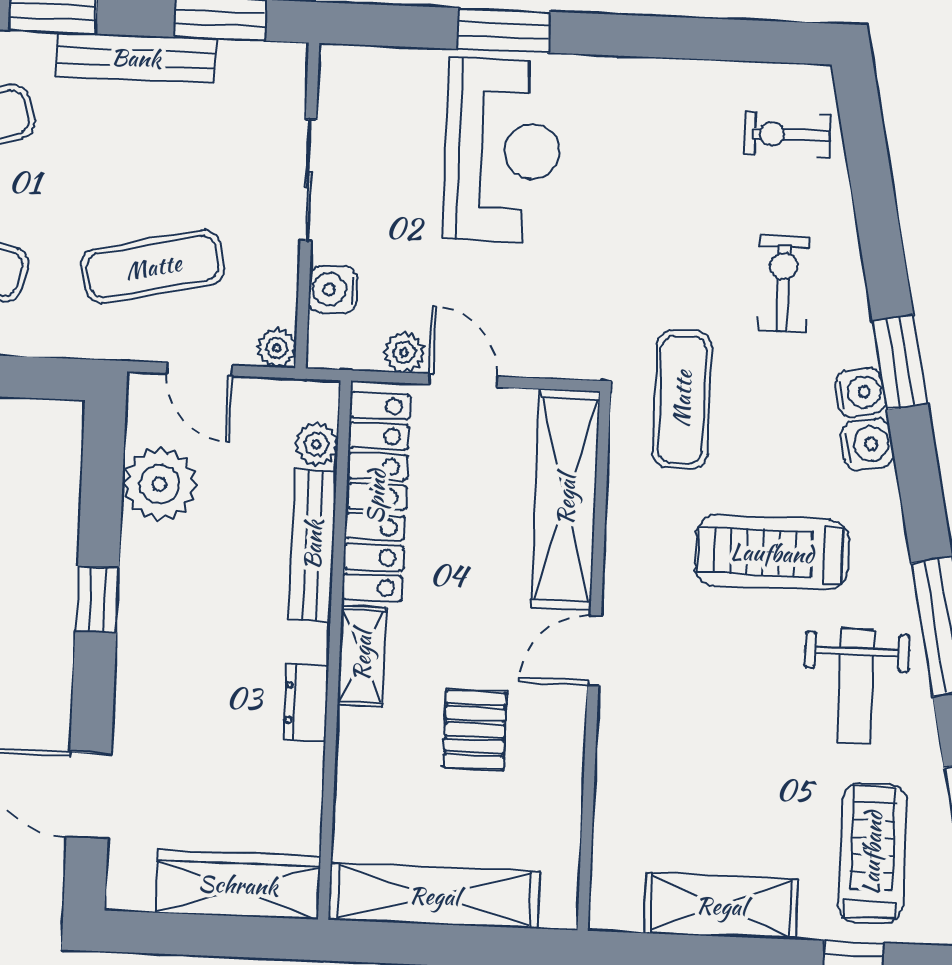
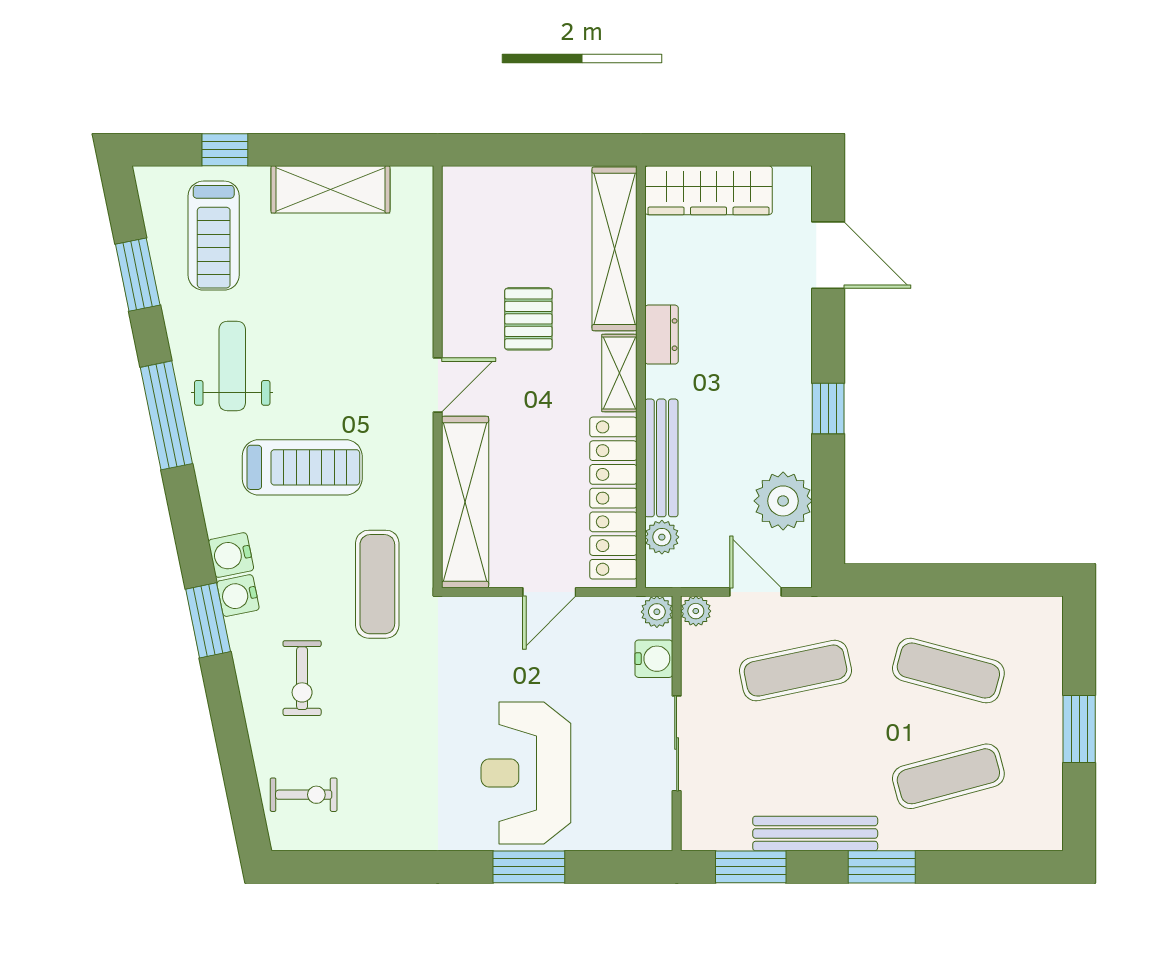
plant: (404, 352) -> (657, 612), moved
door: (463, 380) -> (549, 592), hinge flipped
shelving: (434, 896) -> (614, 249), moved, turned 90

